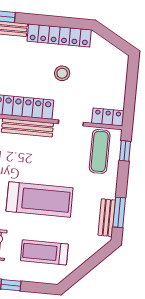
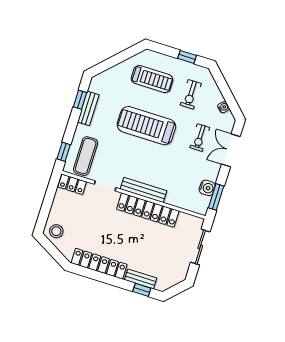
stool: (62, 73) -> (56, 231), moved
window: (119, 212) -> (80, 100), width x0.67
bench: (107, 218) -> (88, 108), moved

